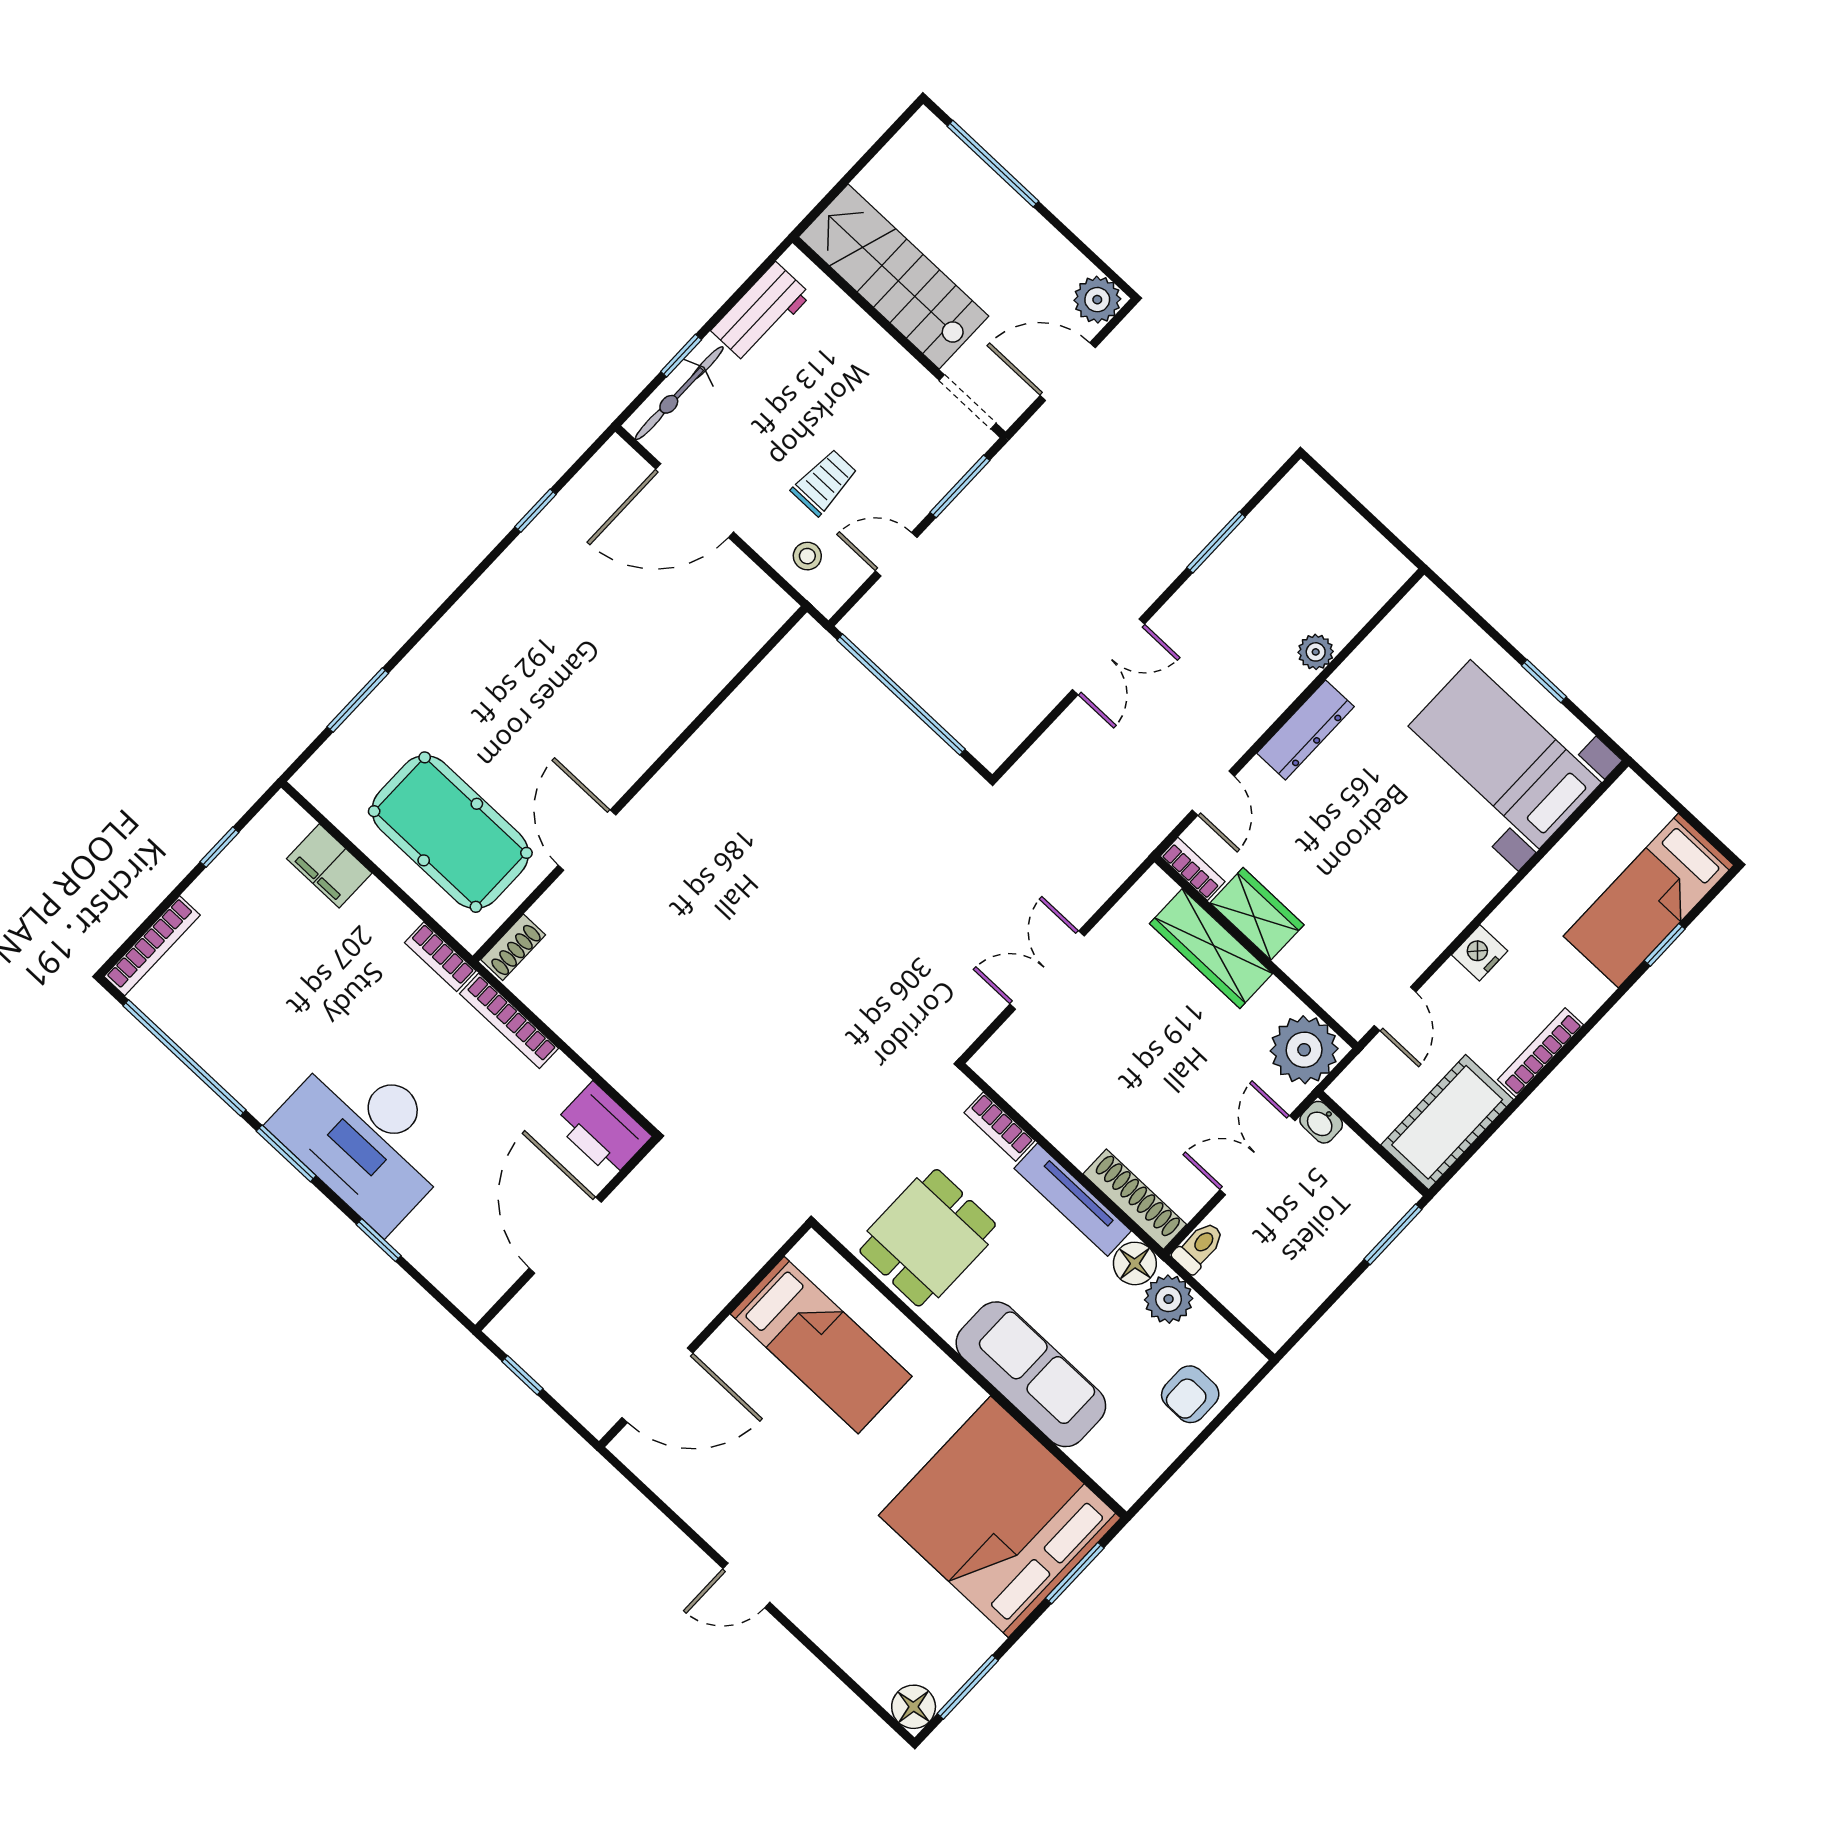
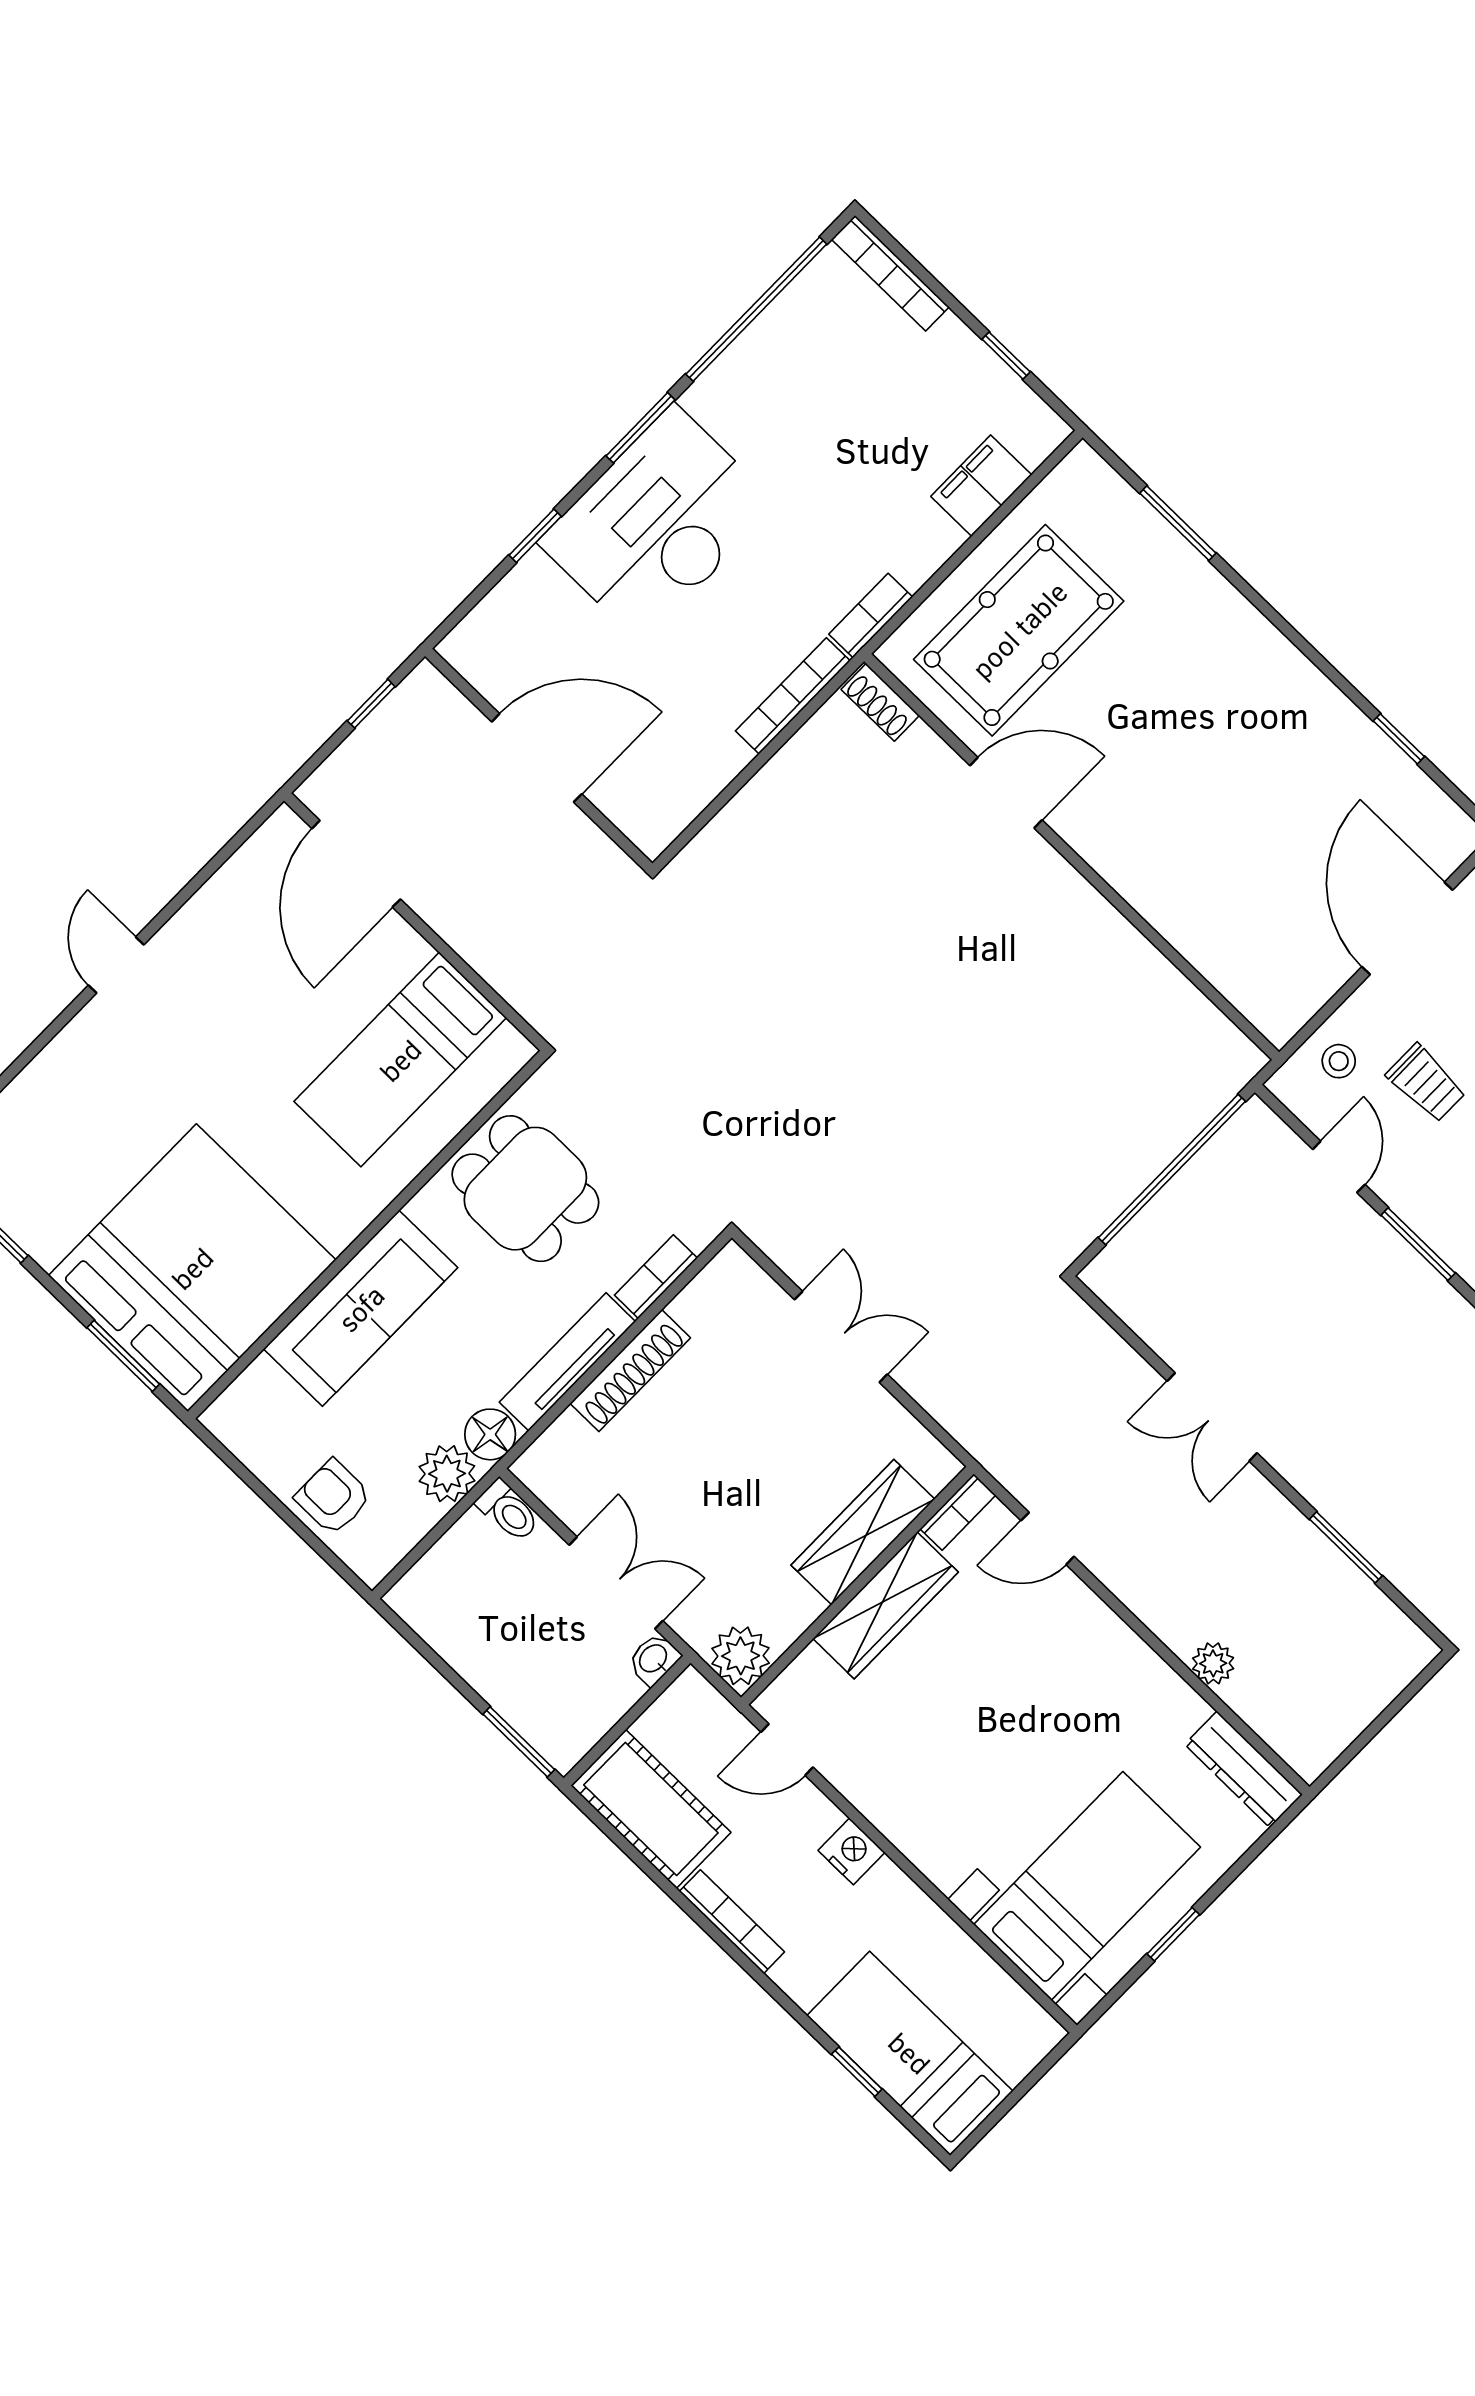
dresser: (1305, 730) -> (1243, 1769), moved
wardrobe: (1257, 914) -> (886, 1605), width x1.50
plant: (1304, 1050) -> (741, 1656), width x0.73, depth x0.73
printer: (602, 1130) -> (661, 804), removed
shoe rack: (1135, 1199) -> (630, 1371), moved

